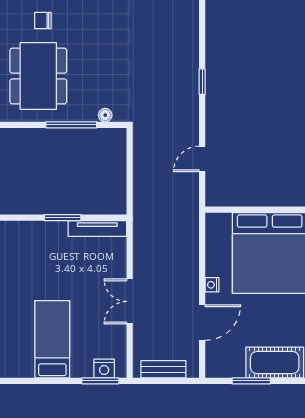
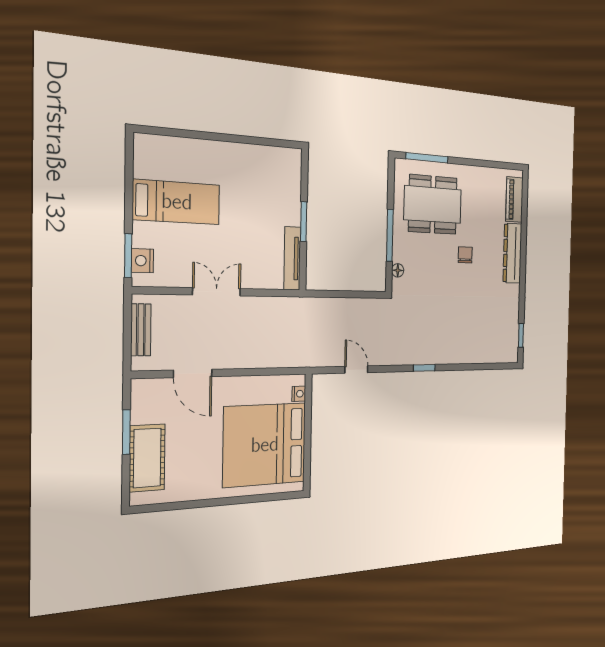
chair: (43, 20) -> (465, 255), moved
nightstand: (212, 285) -> (299, 394), moved, turned 90

